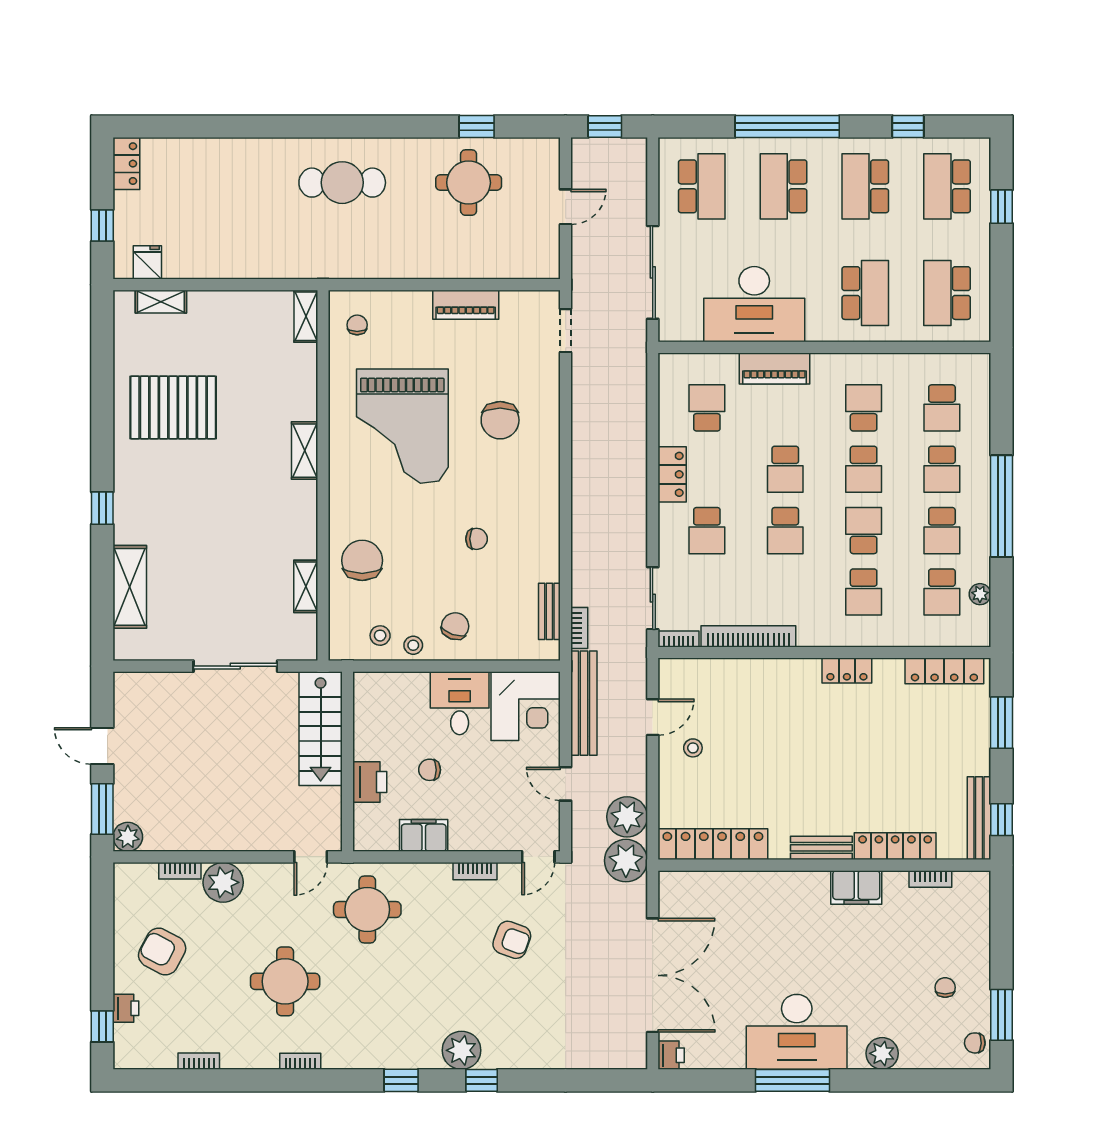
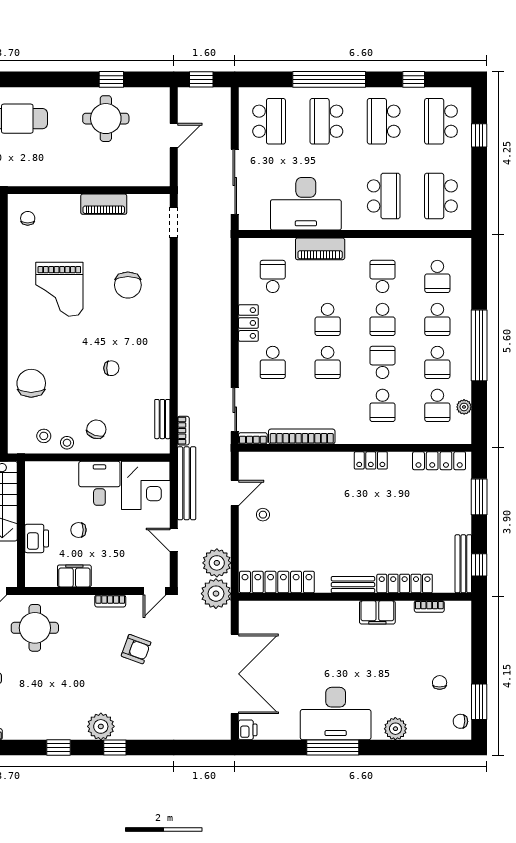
grand piano: (402, 426) -> (59, 289), width x0.73, depth x0.68

